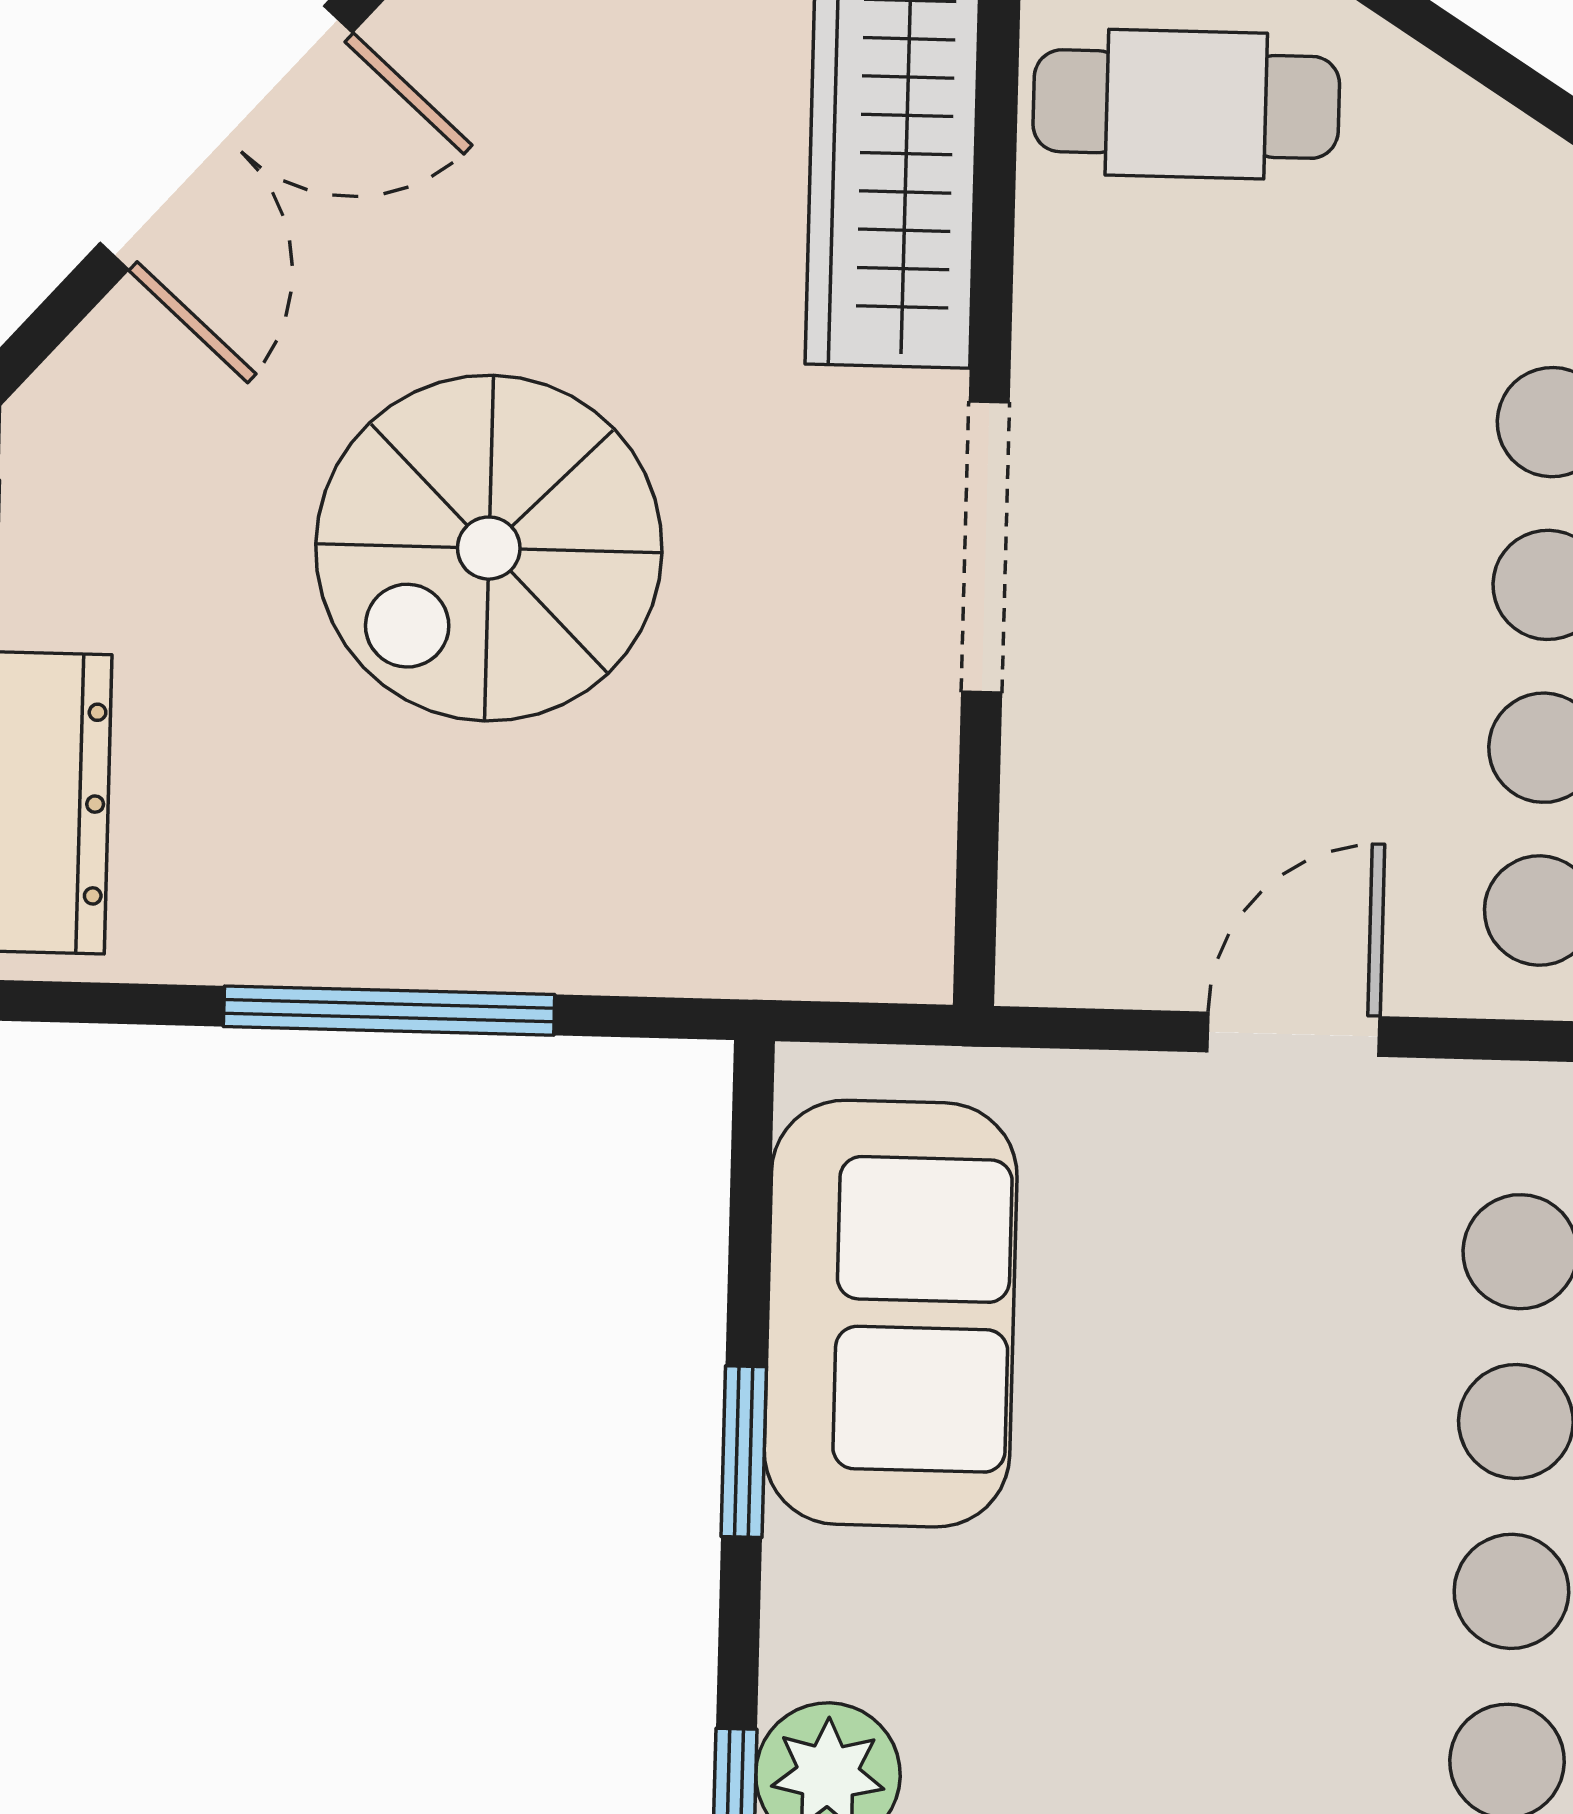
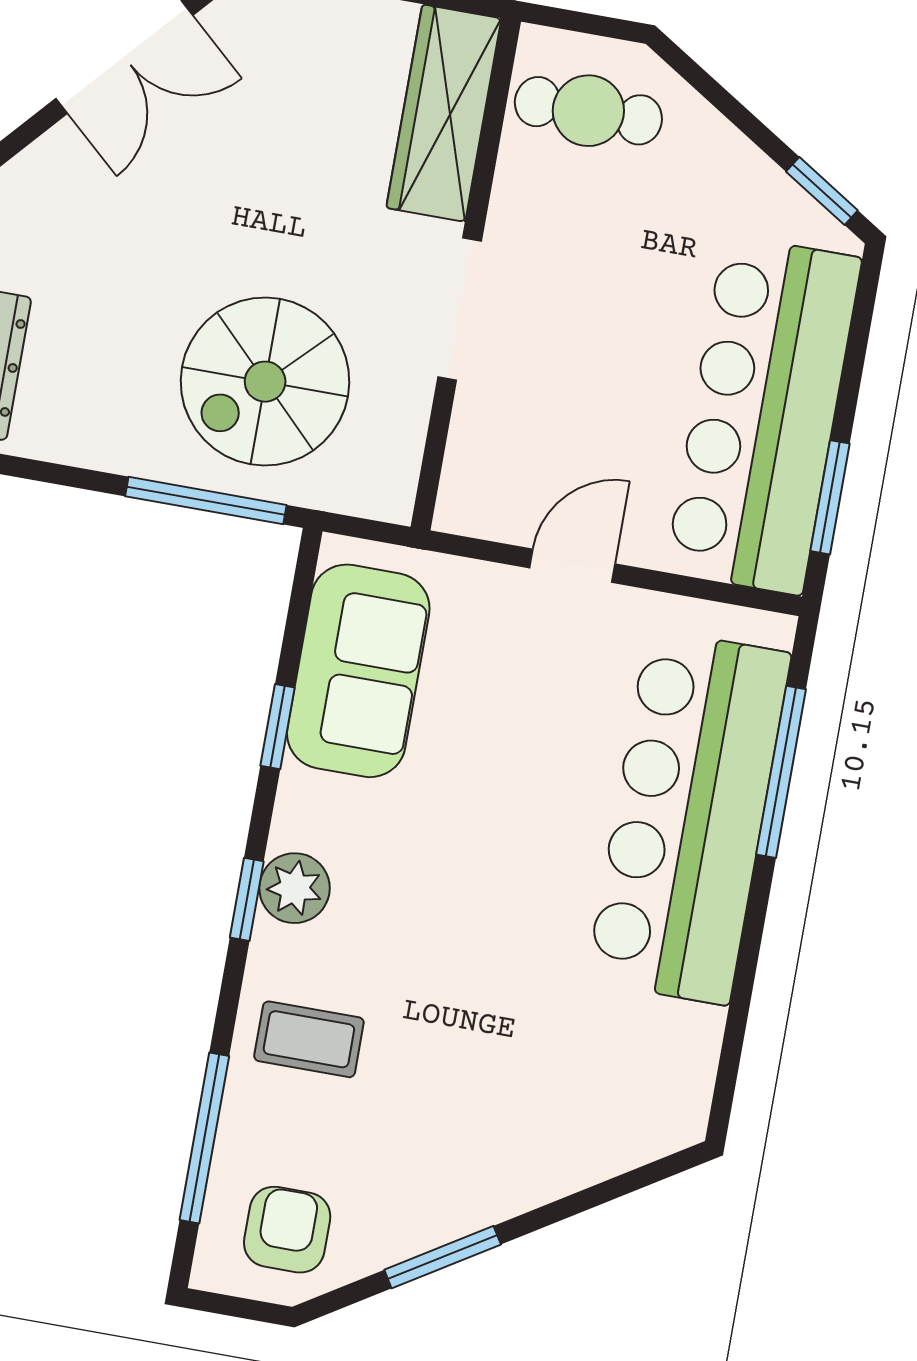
spiral stairs: (489, 548) -> (265, 382), moved
window: (389, 1011) -> (206, 501), moved

